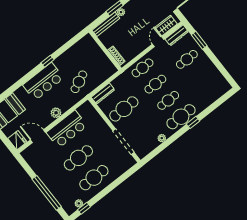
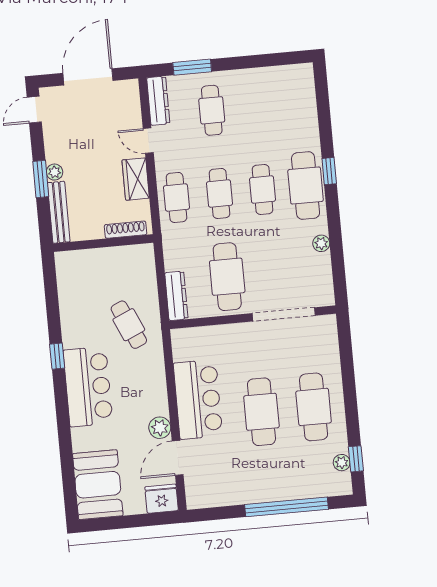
wardrobe: (166, 26) -> (136, 179), moved
plant: (56, 113) -> (160, 428), moved

